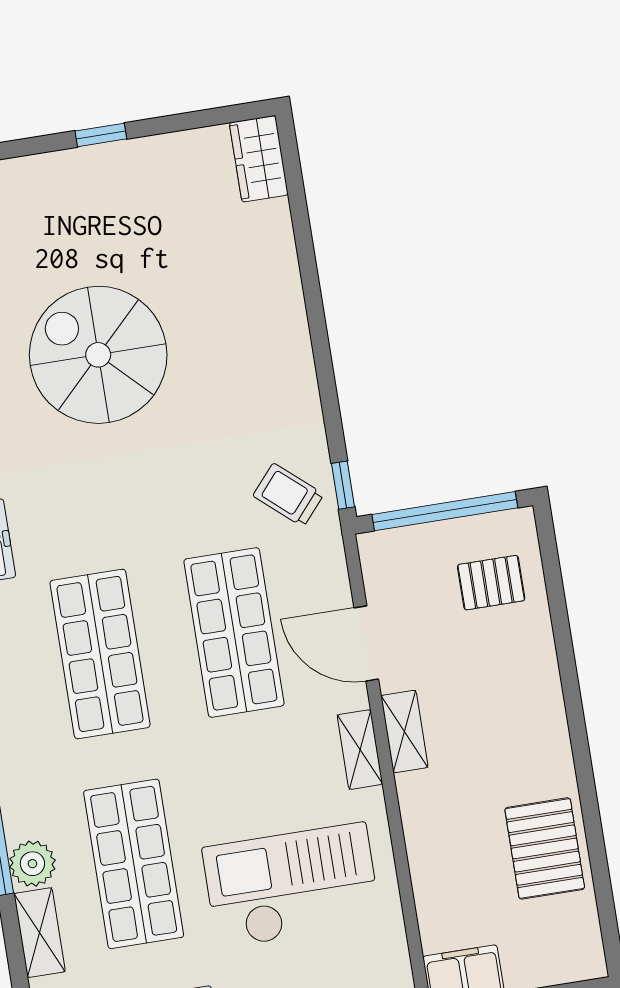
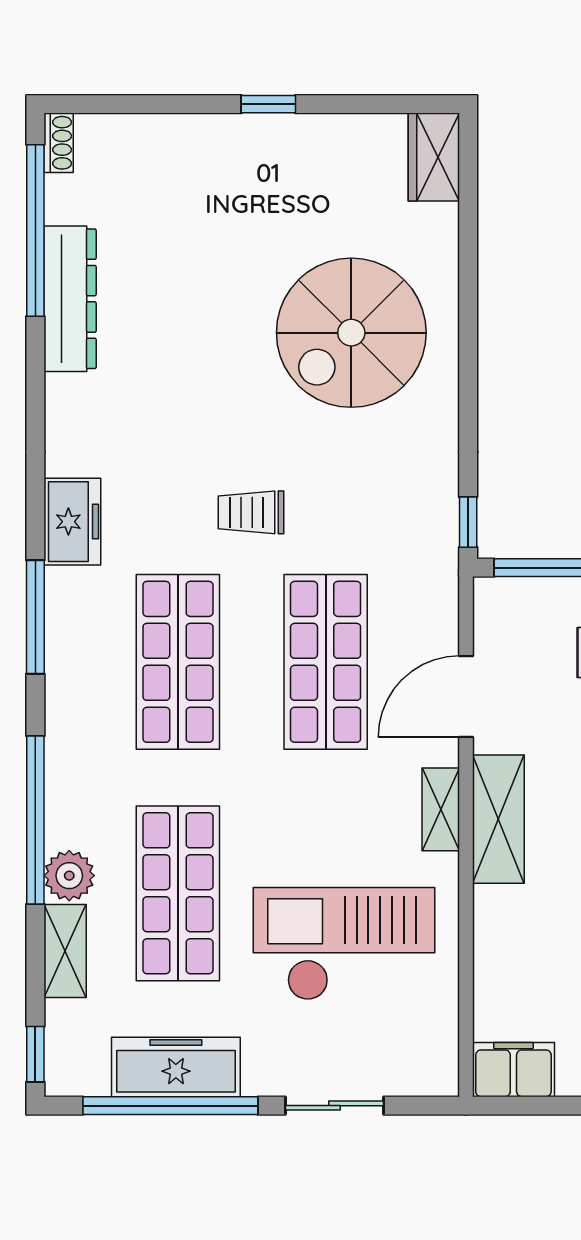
spiral stairs: (98, 355) -> (351, 333), moved, turned -90
trolley: (288, 495) -> (251, 512), moved, turned -41
door: (366, 643) -> (466, 696), hinge flipped
shelving: (404, 731) -> (498, 819), width x1.50, depth x1.33

